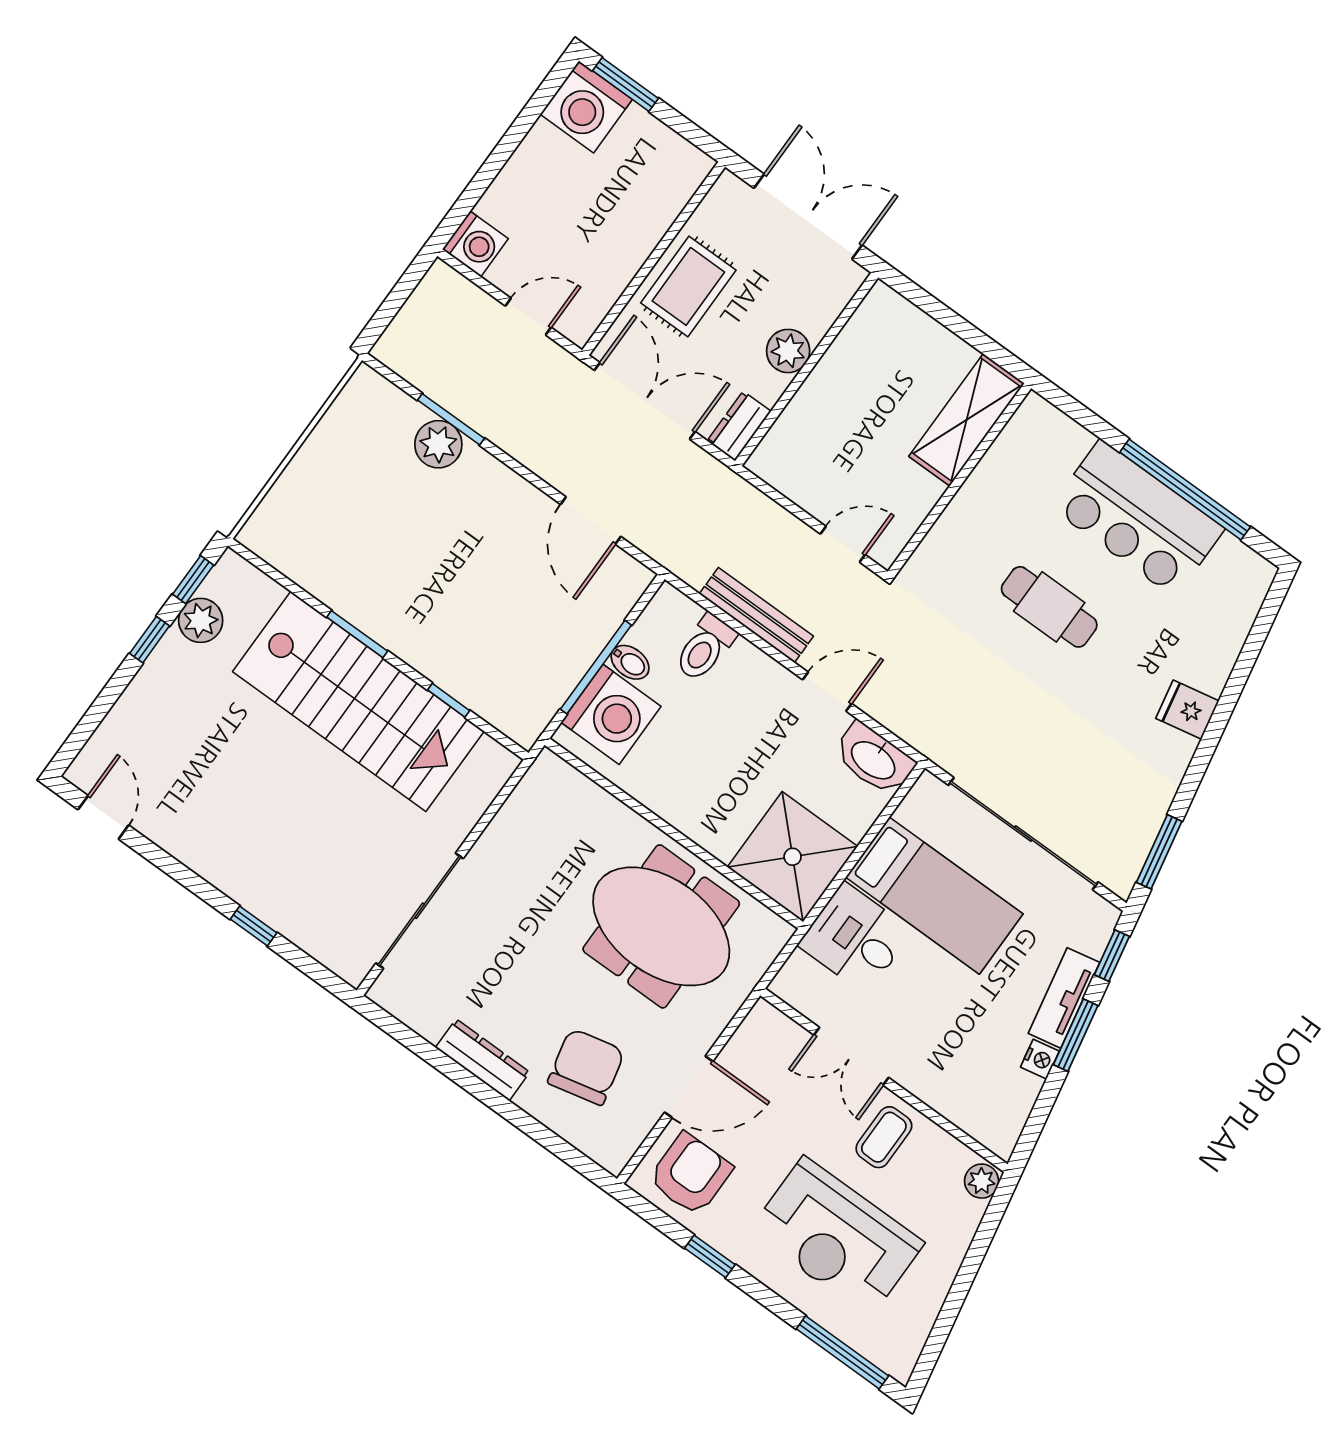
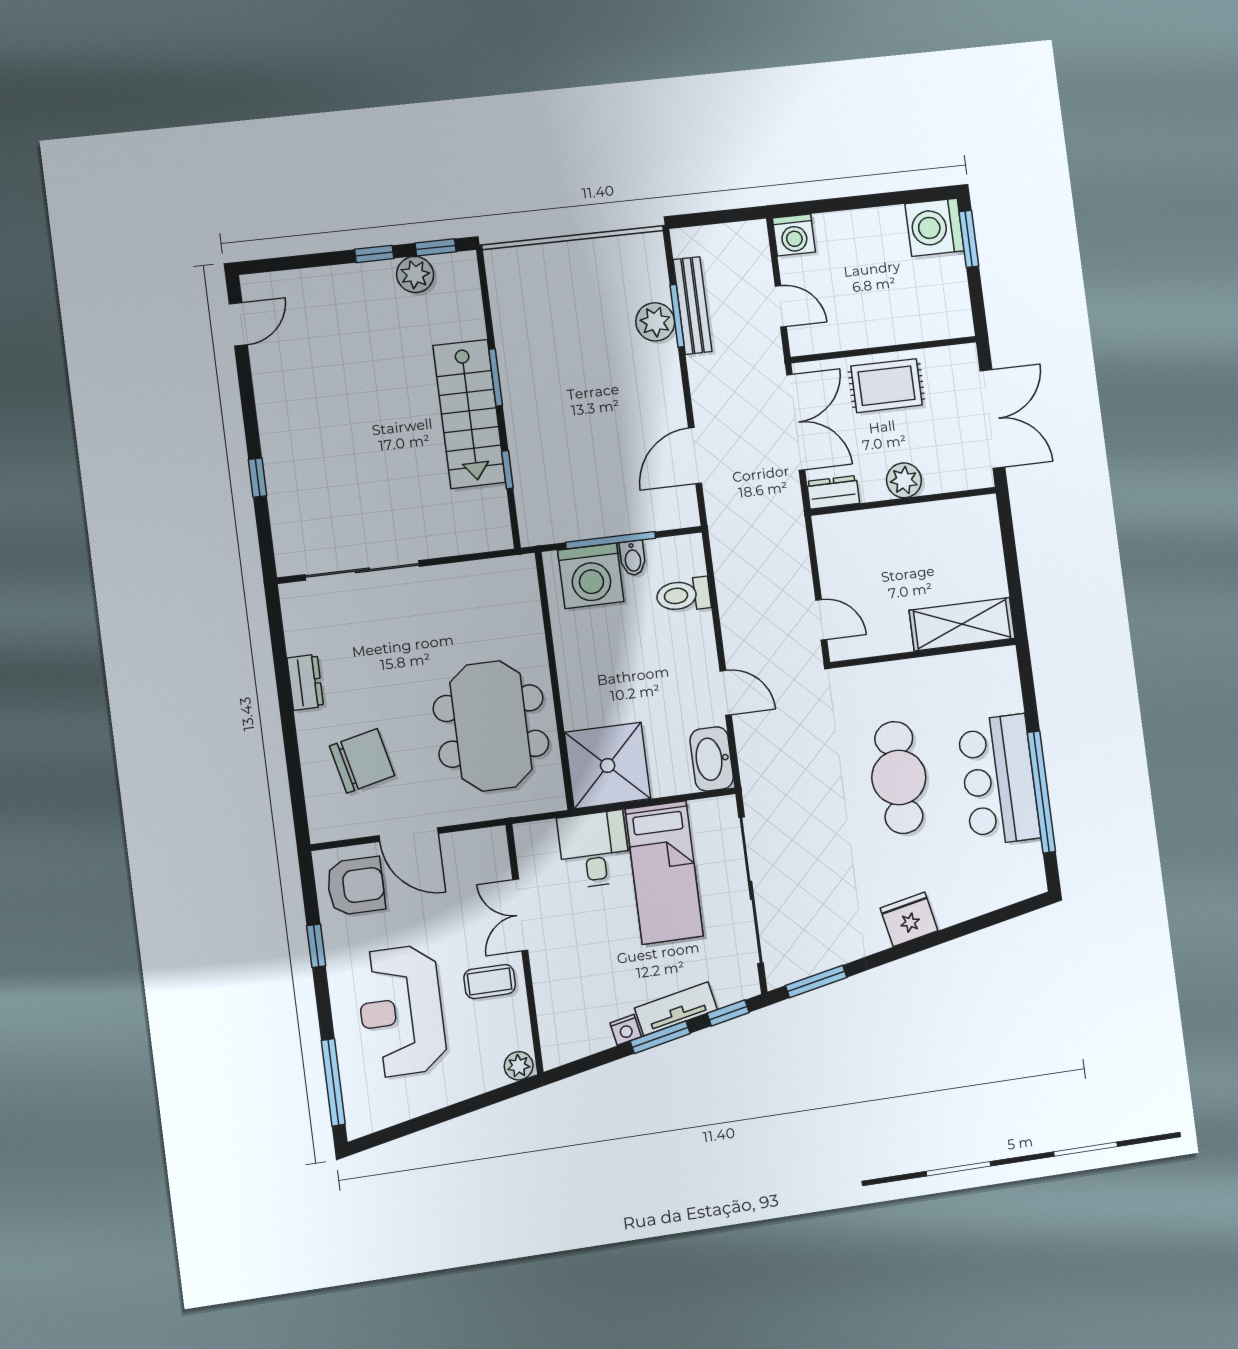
cafe table: (1049, 607) -> (899, 777), width x1.37, depth x1.35
bench: (756, 615) -> (693, 306), moved
stairs: (358, 701) -> (469, 414), width x0.73, depth x0.66
fridge: (1187, 710) -> (909, 919), width x1.38
dresser: (483, 1060) -> (305, 682), width x0.70

